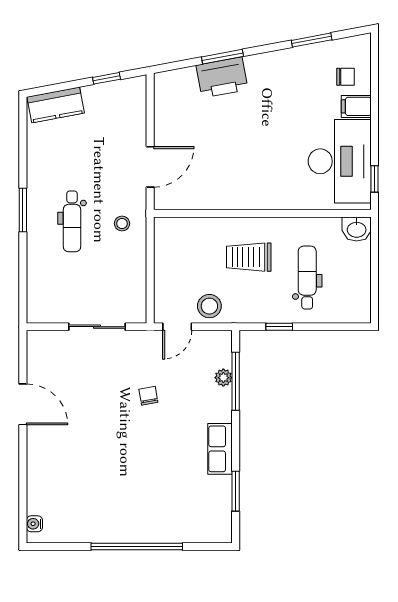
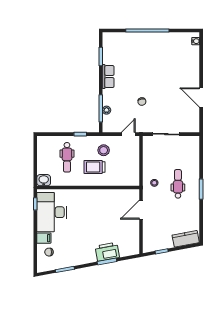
trolley: (249, 257) -> (95, 167), turned 180
stool: (209, 306) -> (104, 150), moved

